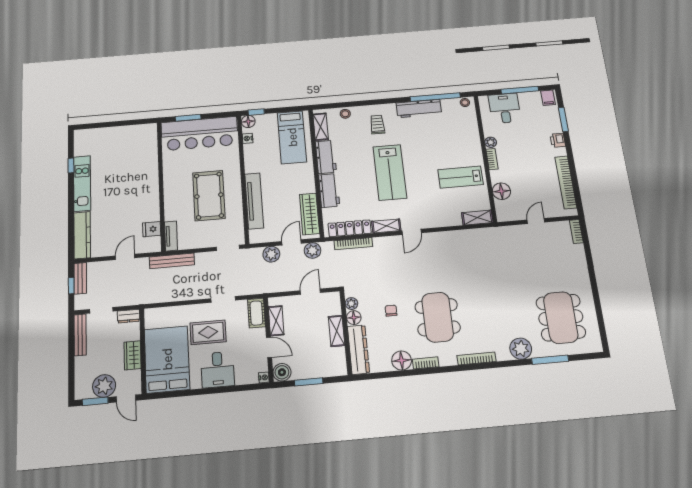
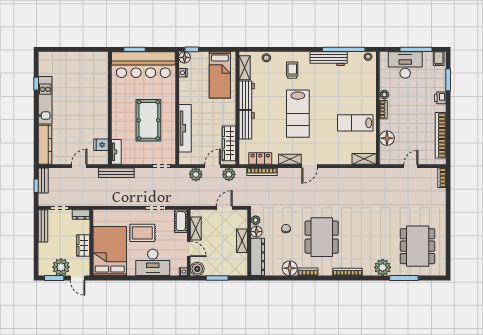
desk: (505, 108) -> (405, 65), width x1.37
locker: (350, 228) -> (260, 159), width x0.66
desk: (218, 370) -> (153, 262), width x1.37

